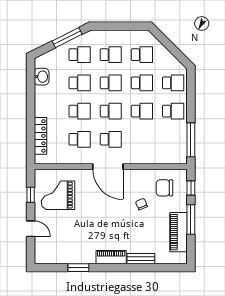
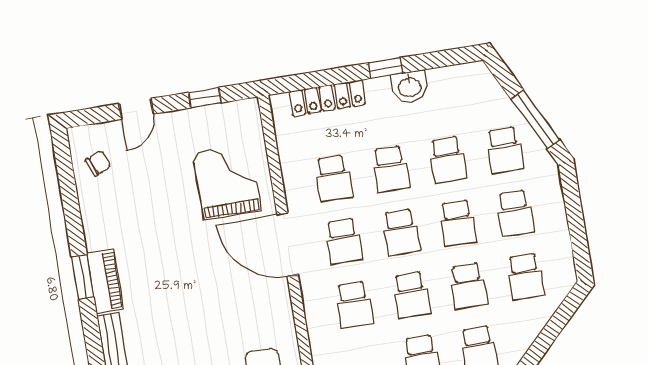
washbasin: (42, 77) -> (410, 87), moved
window: (31, 106) -> (386, 68), added
school desk: (142, 139) -> (354, 304), added
door: (108, 167) -> (288, 245), hinge flipped
grand piano: (58, 195) -> (227, 182), moved
chair: (141, 204) -> (98, 163), moved
window: (78, 268) -> (83, 277), moved

